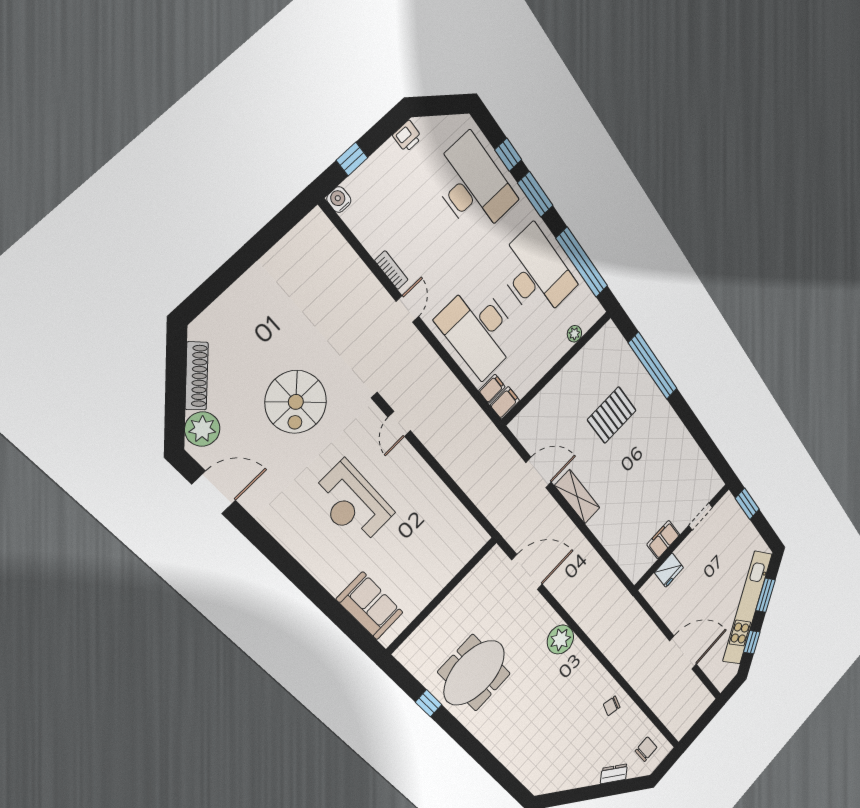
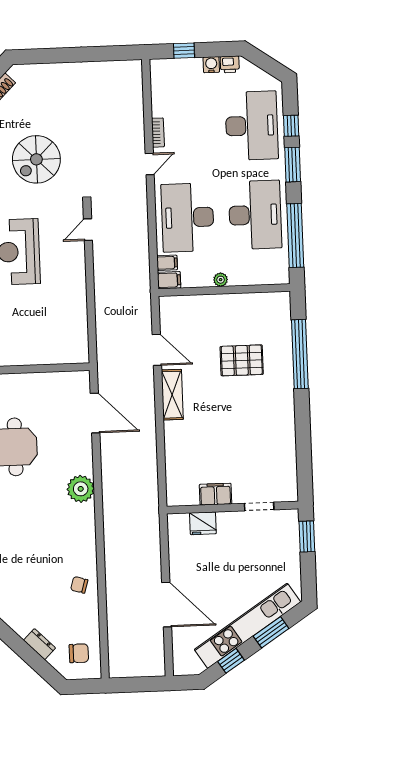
water cooler: (339, 200) -> (211, 65), moved
plant: (574, 334) -> (221, 280), moved

